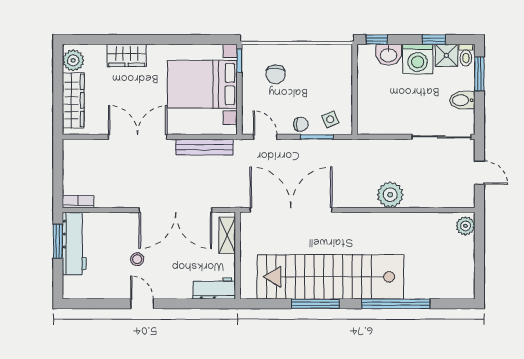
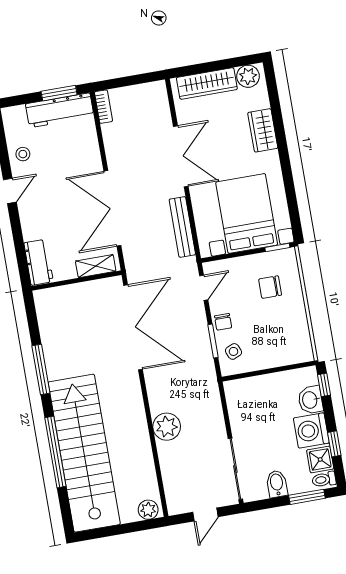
stool: (137, 259) -> (23, 154), moved
stairs: (330, 277) -> (84, 453), moved

